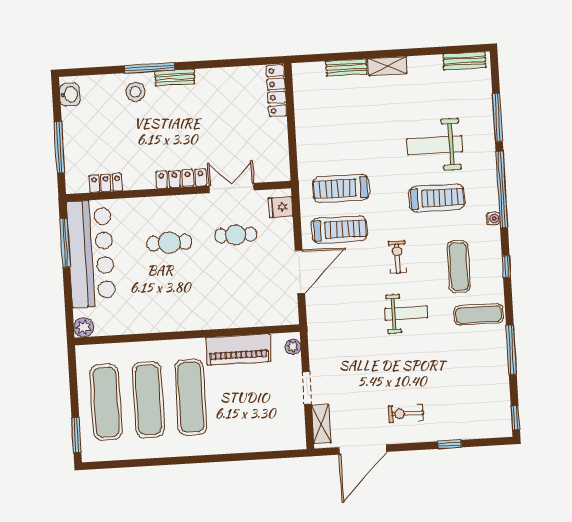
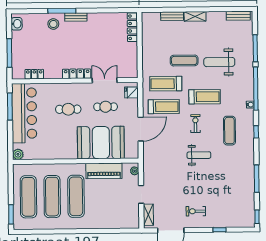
treadmill: (437, 198) -> (205, 97), moved
booth: (230, 299) -> (101, 143), added
exercise mat: (479, 314) -> (184, 61), moved

